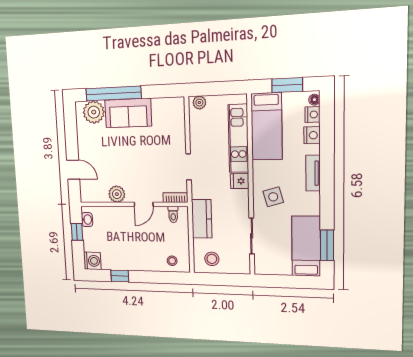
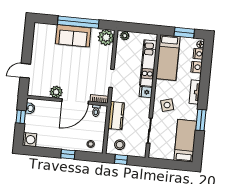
window: (113, 93) -> (78, 22), moved
plant: (94, 112) -> (106, 37), moved
door: (73, 170) -> (25, 71), swing flipped
door: (144, 204) -> (75, 101), width x1.88
window: (327, 245) -> (201, 120), moved
window: (120, 276) -> (68, 154), moved
window: (216, 279) -> (121, 160), added

